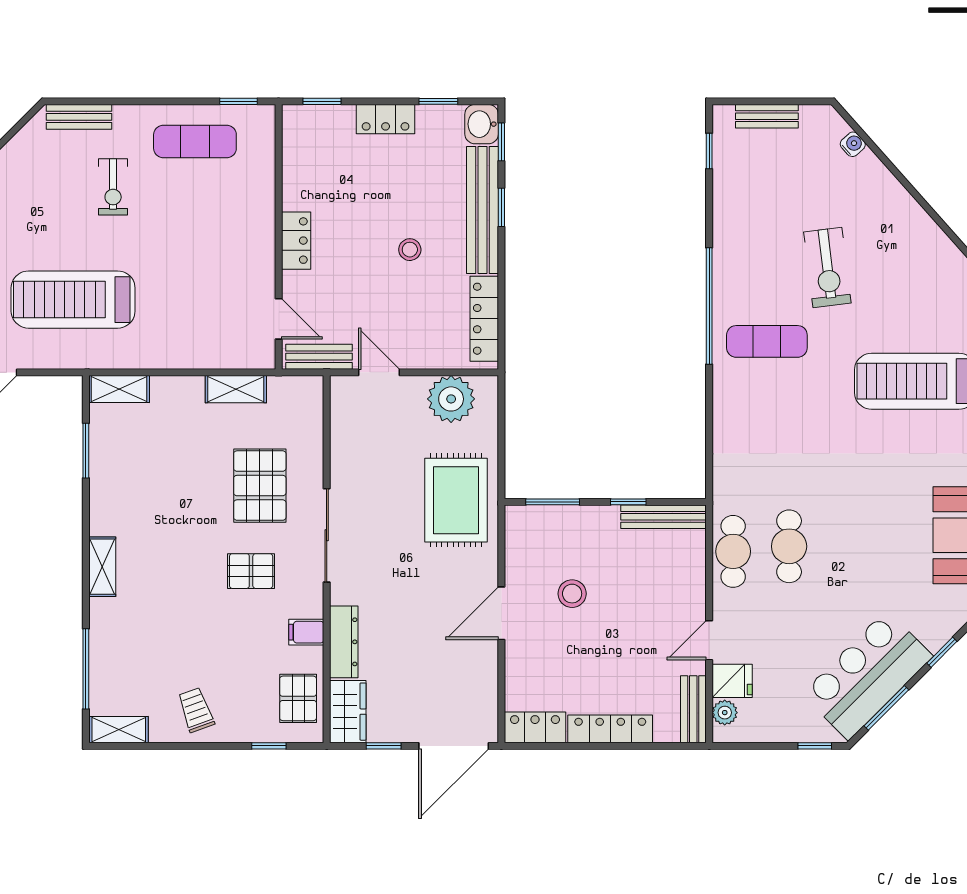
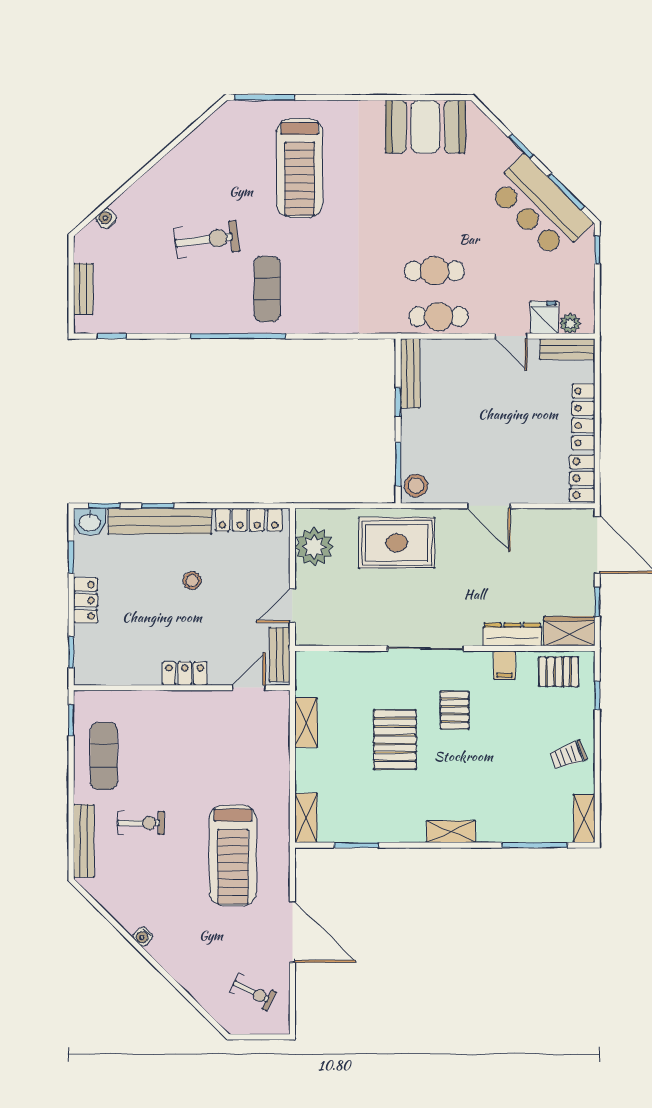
bench: (79, 117) -> (84, 841), width x1.36
pallet: (260, 486) -> (395, 740), moved, turned 90
stool: (572, 594) -> (416, 486), moved

